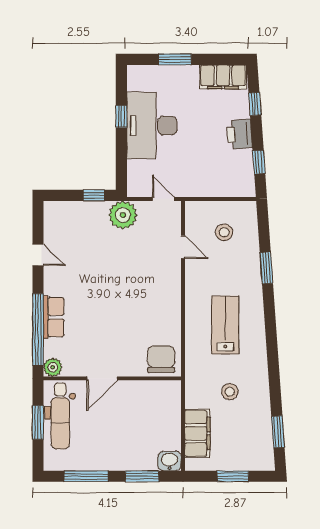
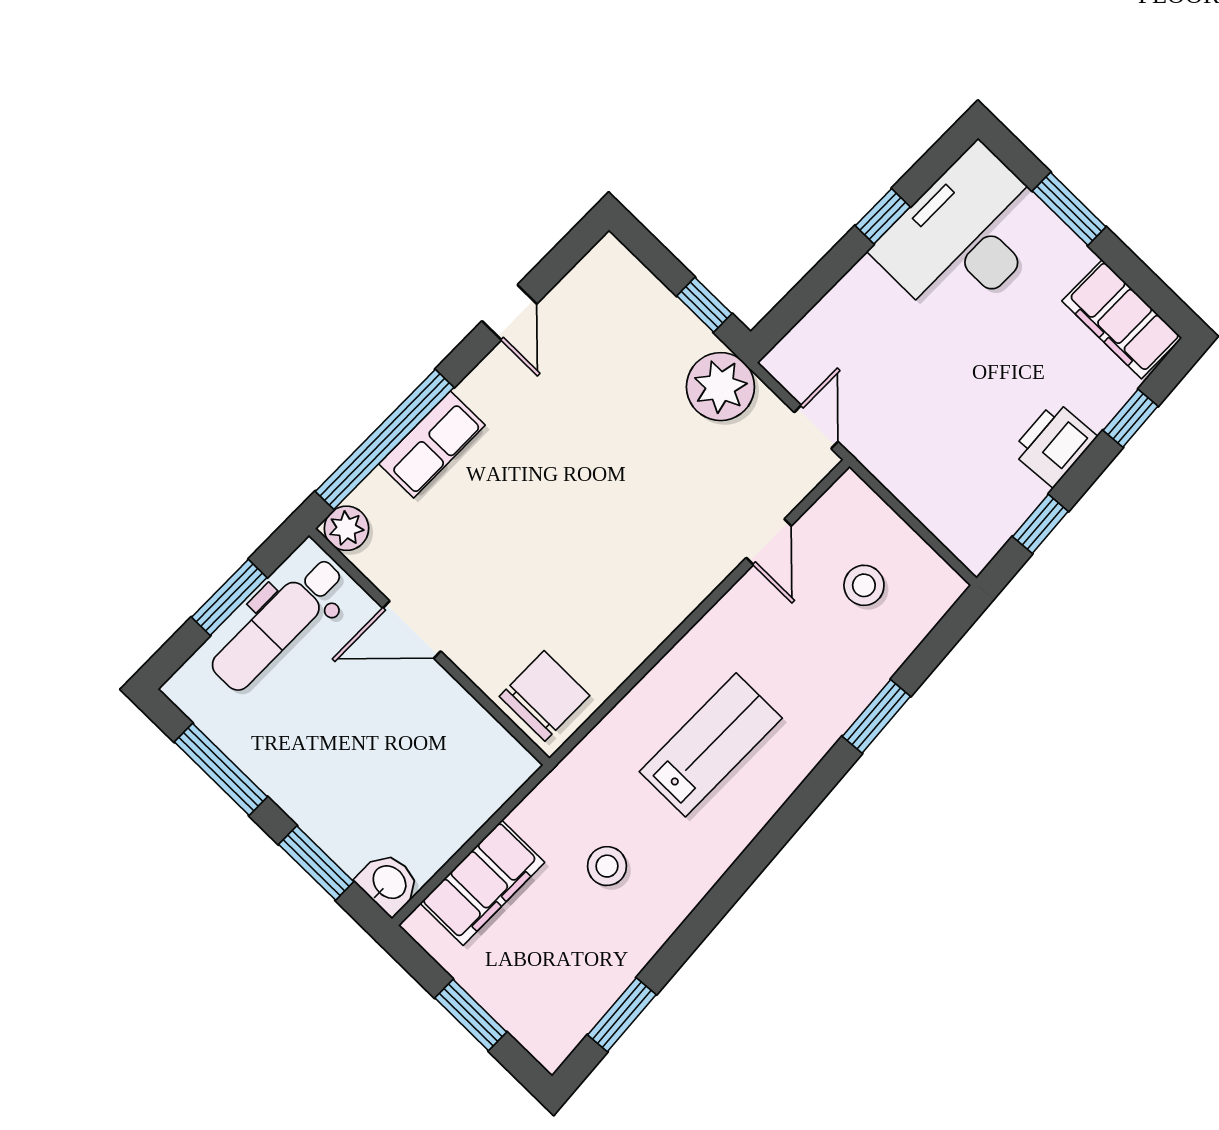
desk: (152, 126) -> (965, 236), moved

